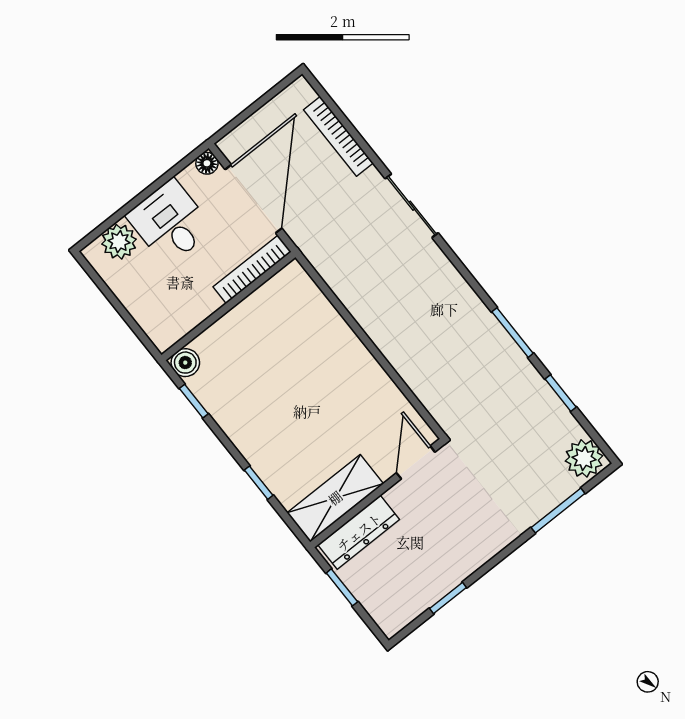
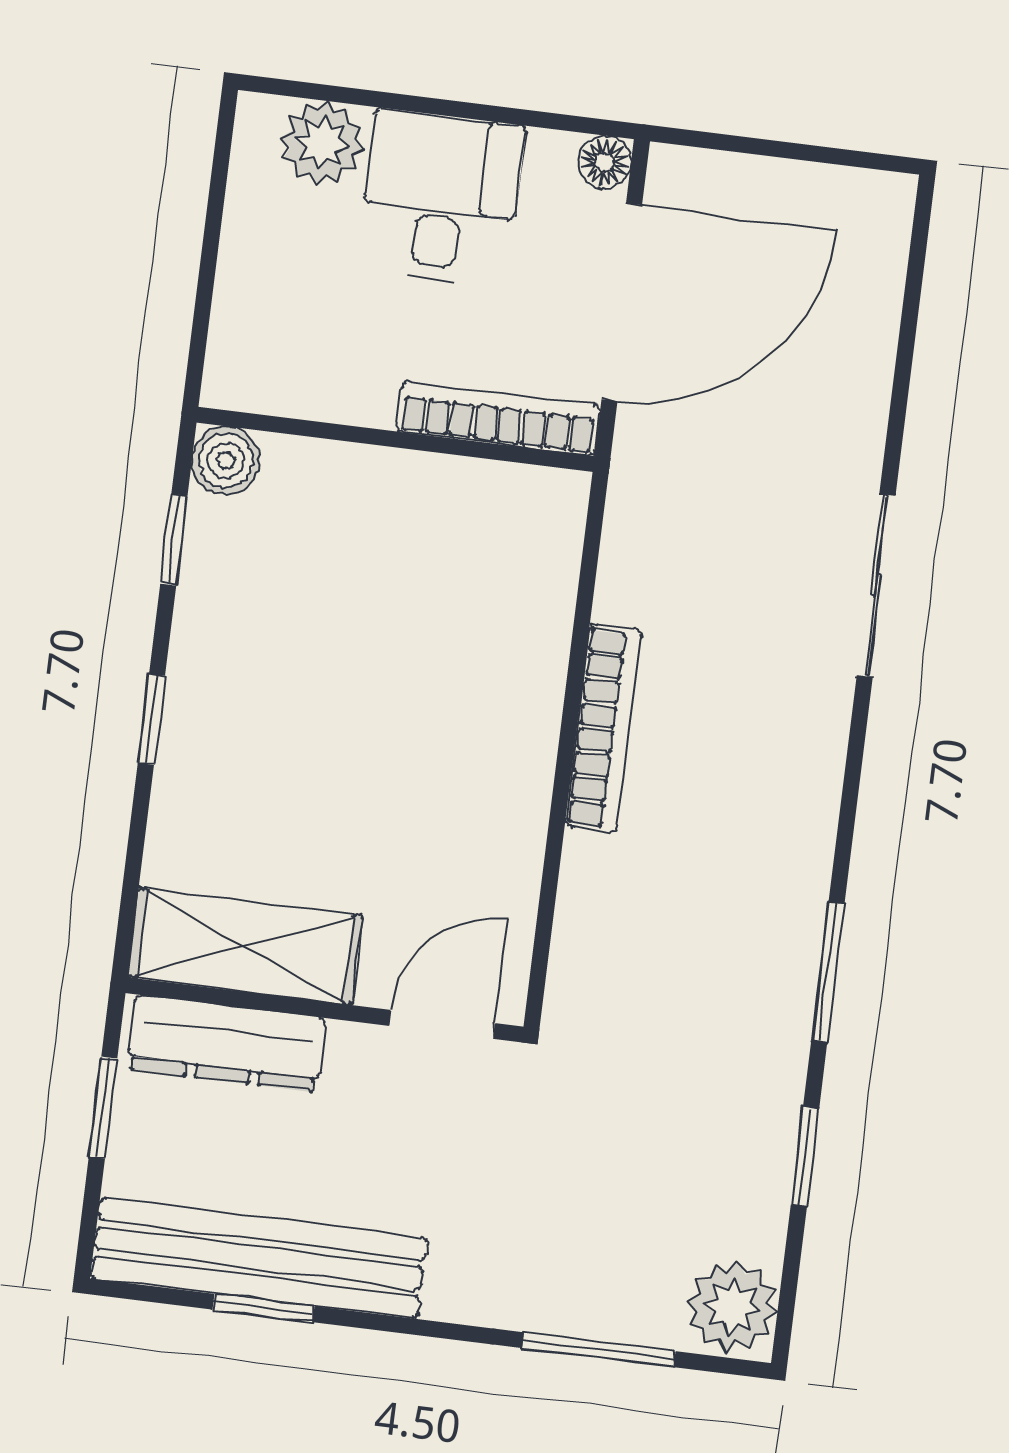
bookcase: (338, 136) -> (603, 729), moved, turned 180
window: (259, 483) -> (151, 719), moved
bench: (432, 585) -> (259, 1258), added

